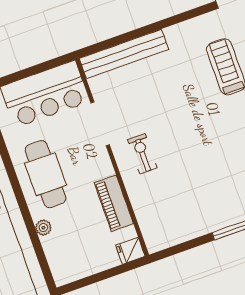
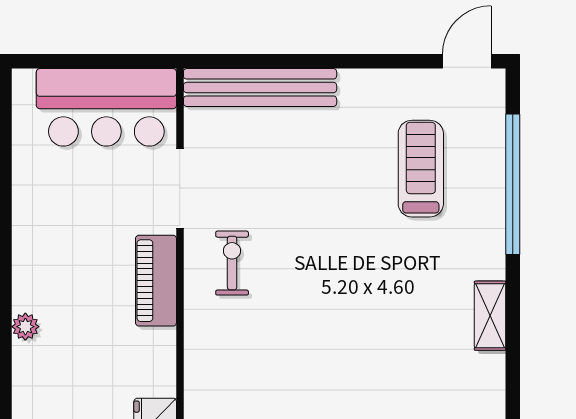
cafe table: (45, 174) -> (60, 240), removed
piano: (114, 203) -> (156, 281), moved

